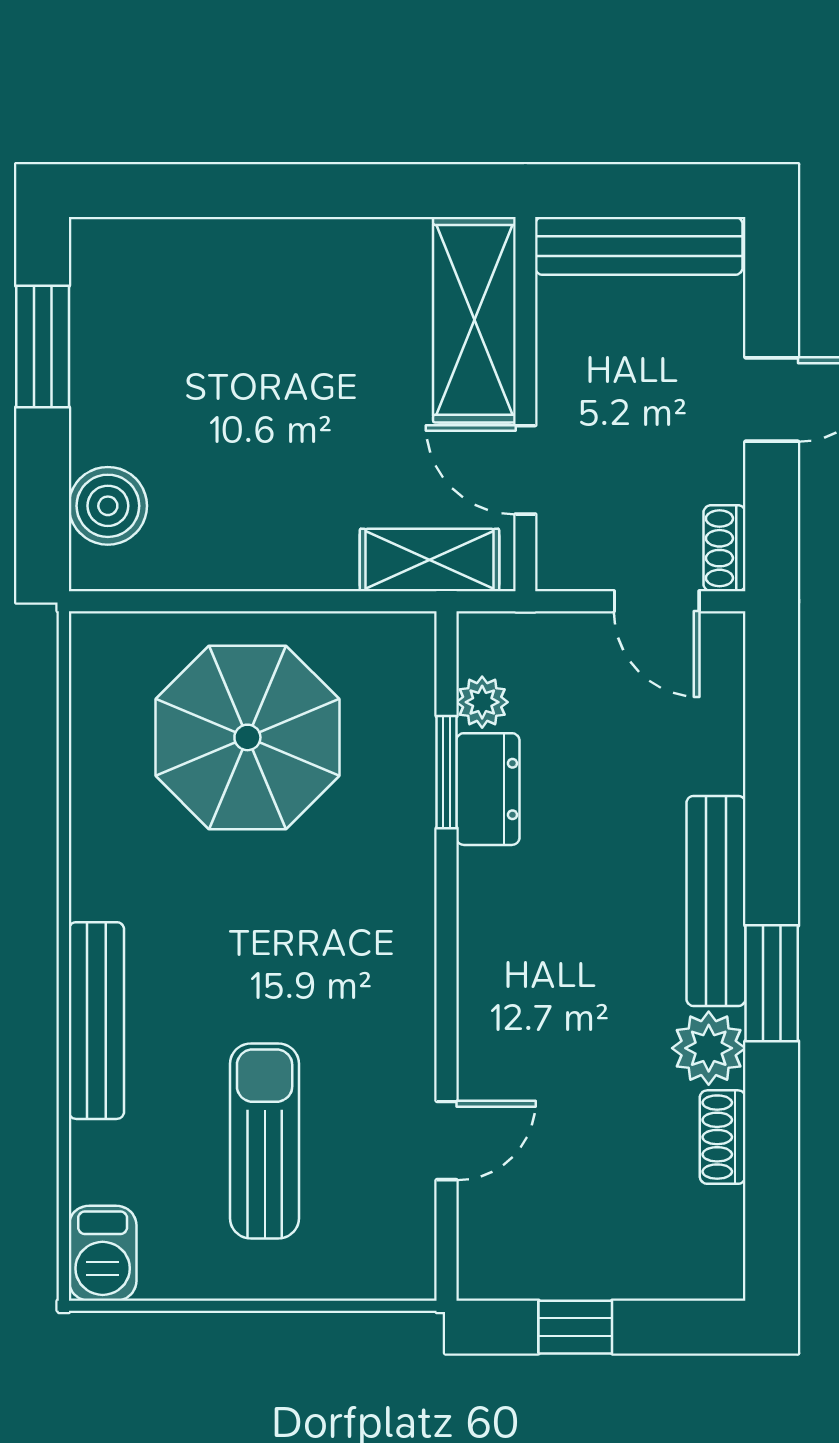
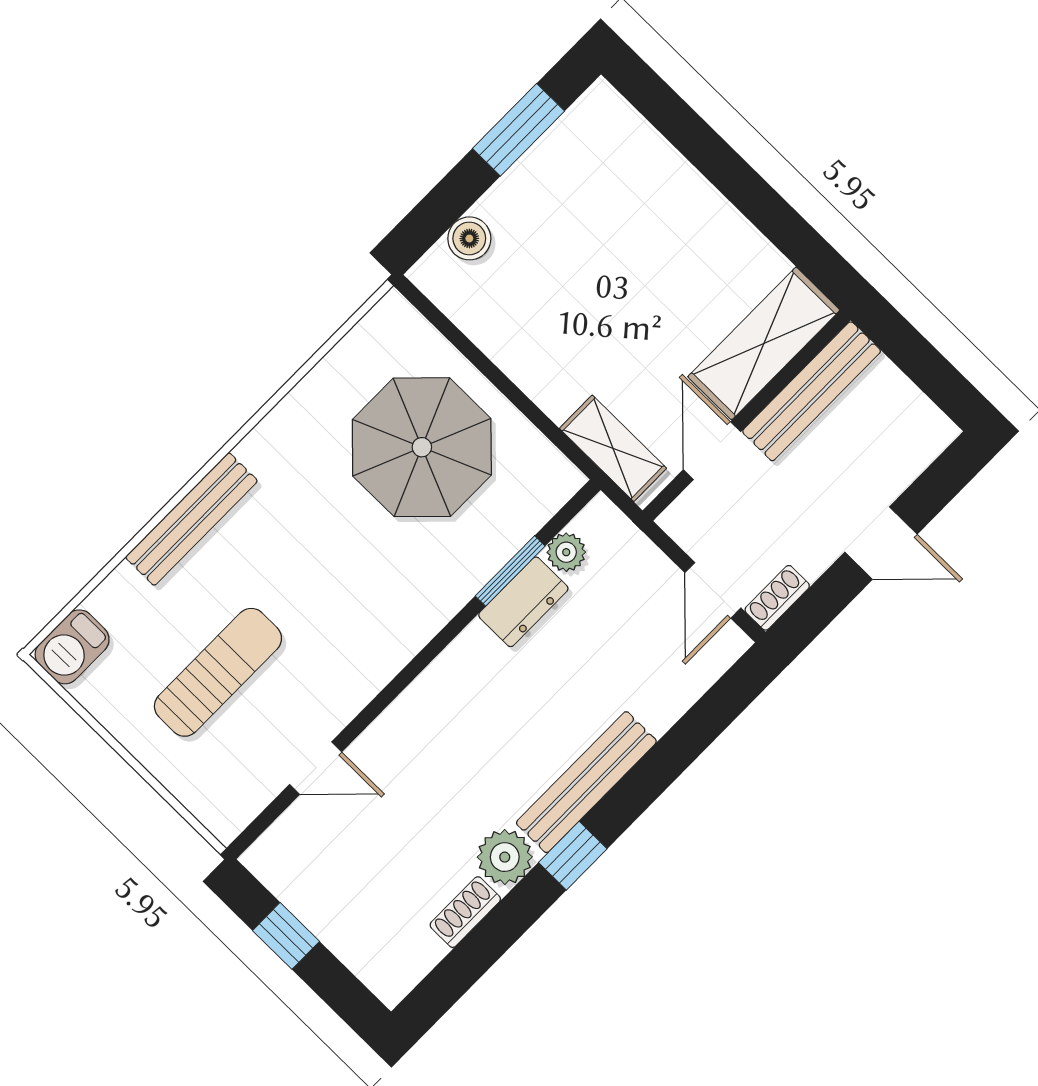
bench: (639, 246) -> (812, 391), moved, turned 90
boiler: (108, 506) -> (469, 238), width x0.73, depth x0.73
window: (772, 983) -> (573, 856), width x0.67

